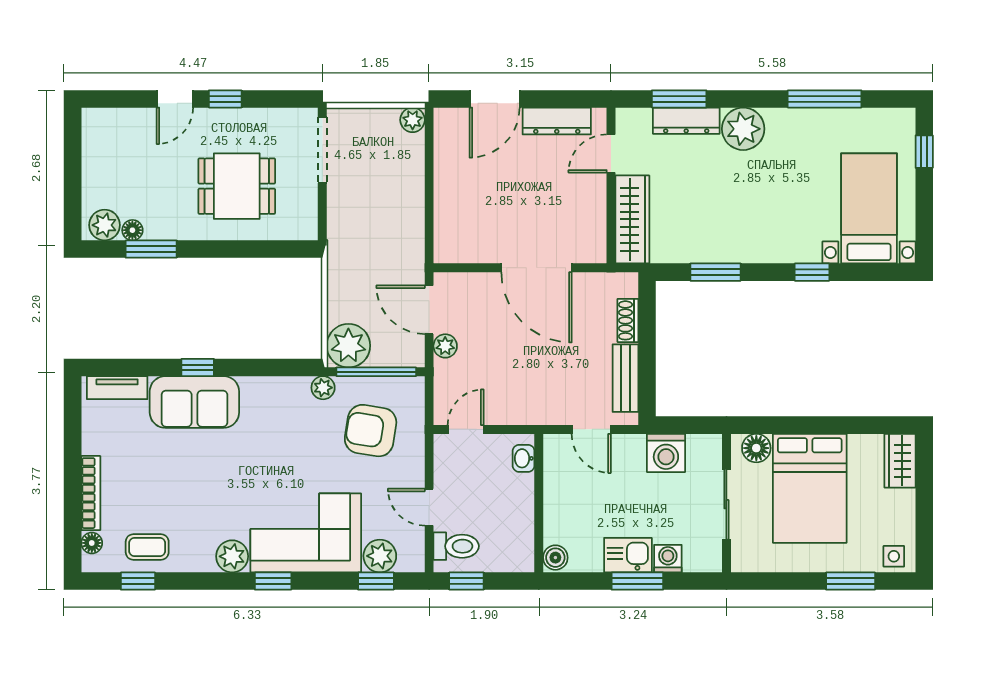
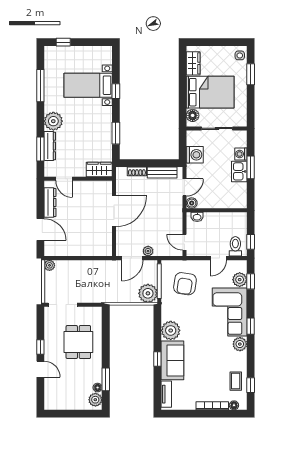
bed with nightstands: (869, 208) -> (88, 85), moved
wardrobe: (632, 219) -> (99, 169), width x0.67
plant: (323, 388) -> (171, 330), moved, width x1.87, depth x1.87
wardrobe: (900, 461) -> (193, 63), moved, turned -90
boiler: (555, 558) -> (192, 203), moved

